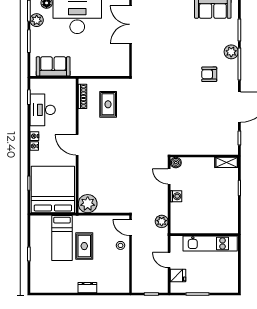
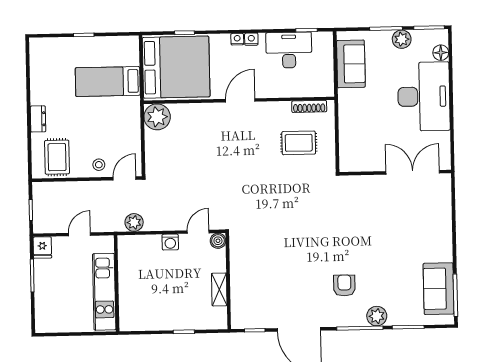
plant: (37, 20) -> (402, 39), moved
shelving: (227, 162) -> (219, 289), moved
rug: (84, 246) -> (57, 157), moved, turned 90
fridge: (178, 276) -> (42, 248), moved

